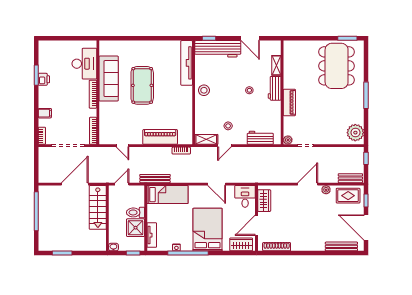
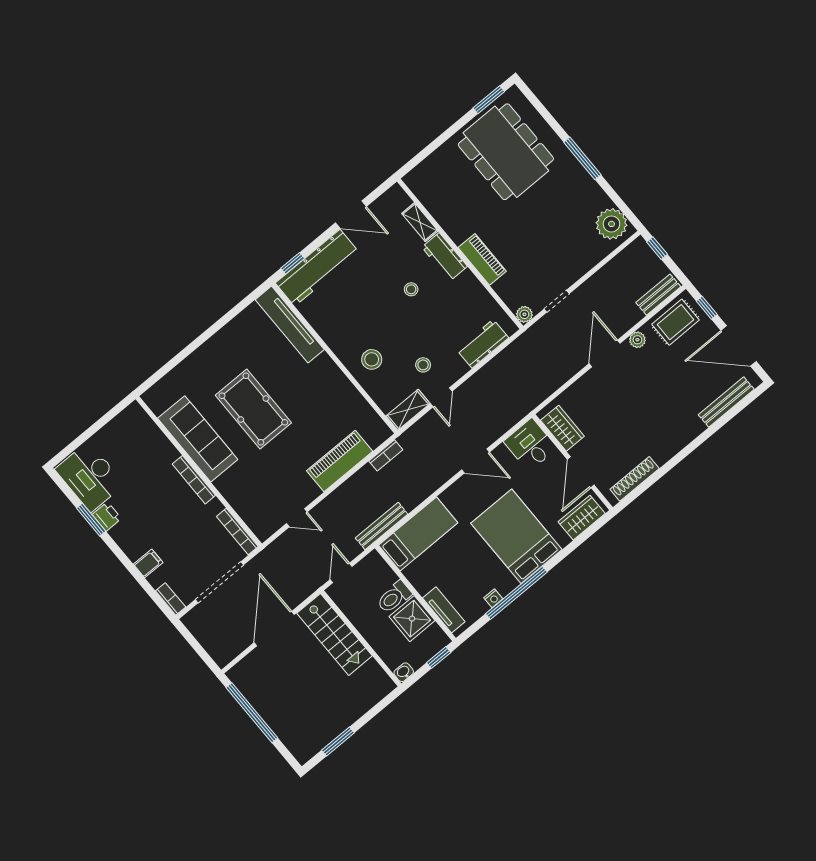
desk: (84, 64) -> (90, 477), moved, turned 180
stool: (204, 90) -> (372, 359), moved

